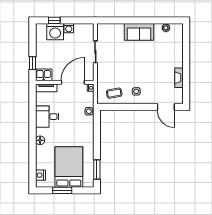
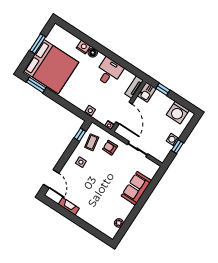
window: (54, 20) -> (177, 147), moved
washing machine: (55, 32) -> (178, 113), moved, turned -90
sofa: (139, 32) -> (136, 188), moved
armchair: (109, 75) -> (110, 148), added
window: (114, 107) -> (80, 135), added
door: (166, 107) -> (51, 179), swing flipped
bed: (69, 167) -> (51, 67), width x1.36
nightstand: (40, 175) -> (83, 47), moved

